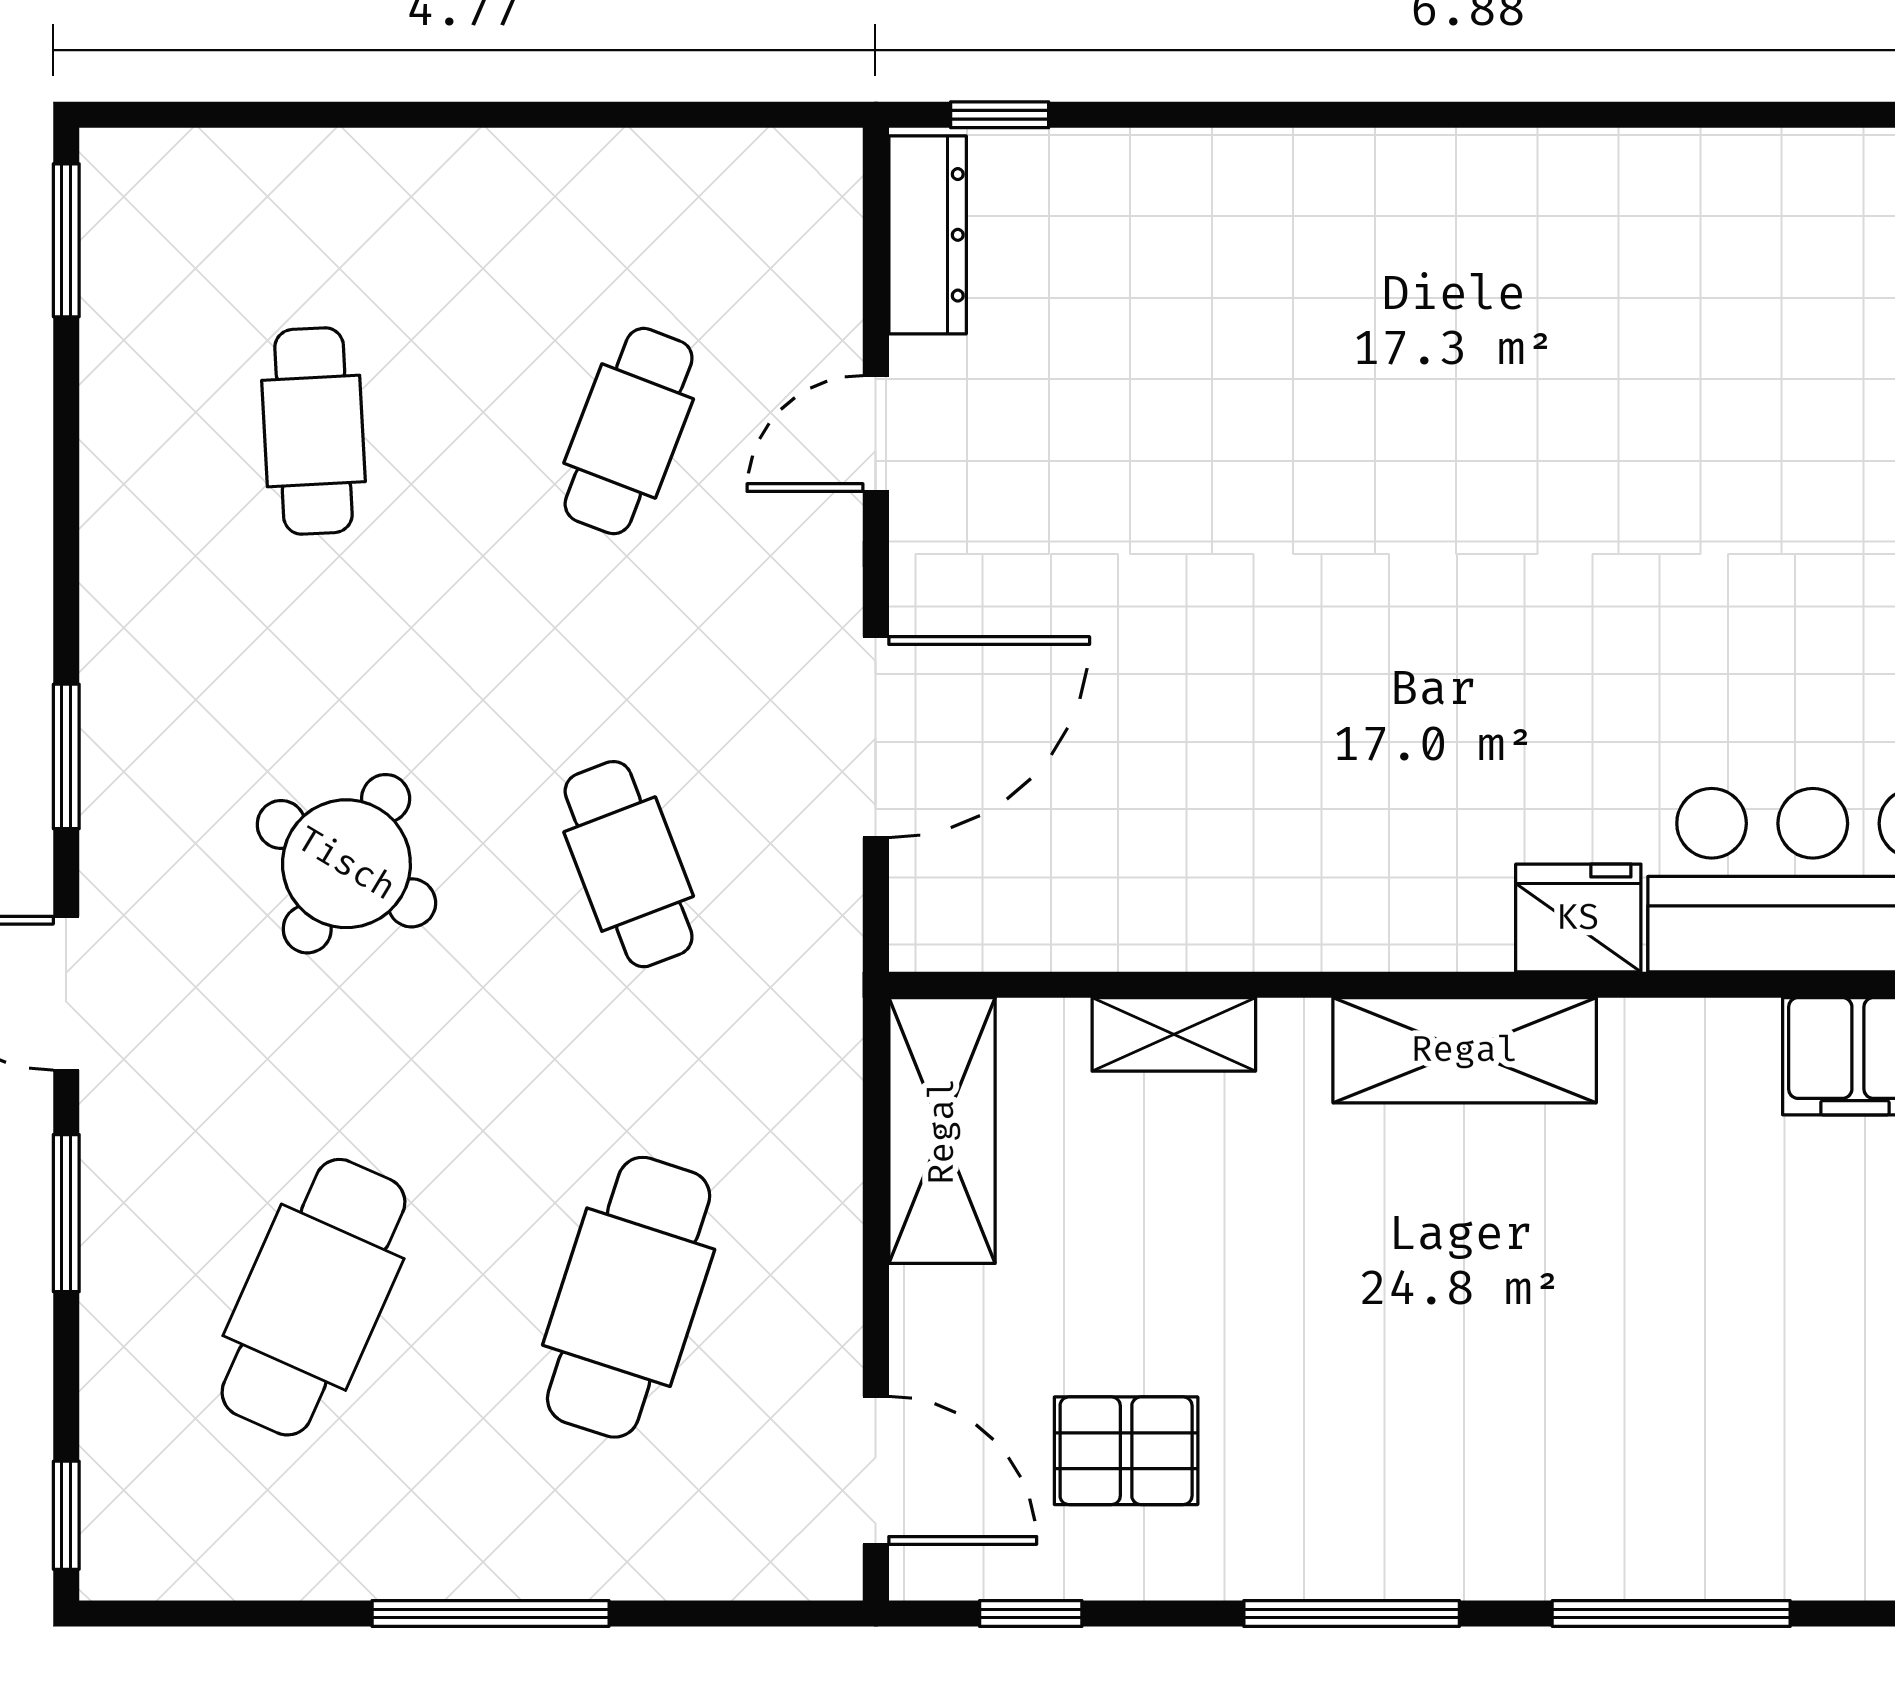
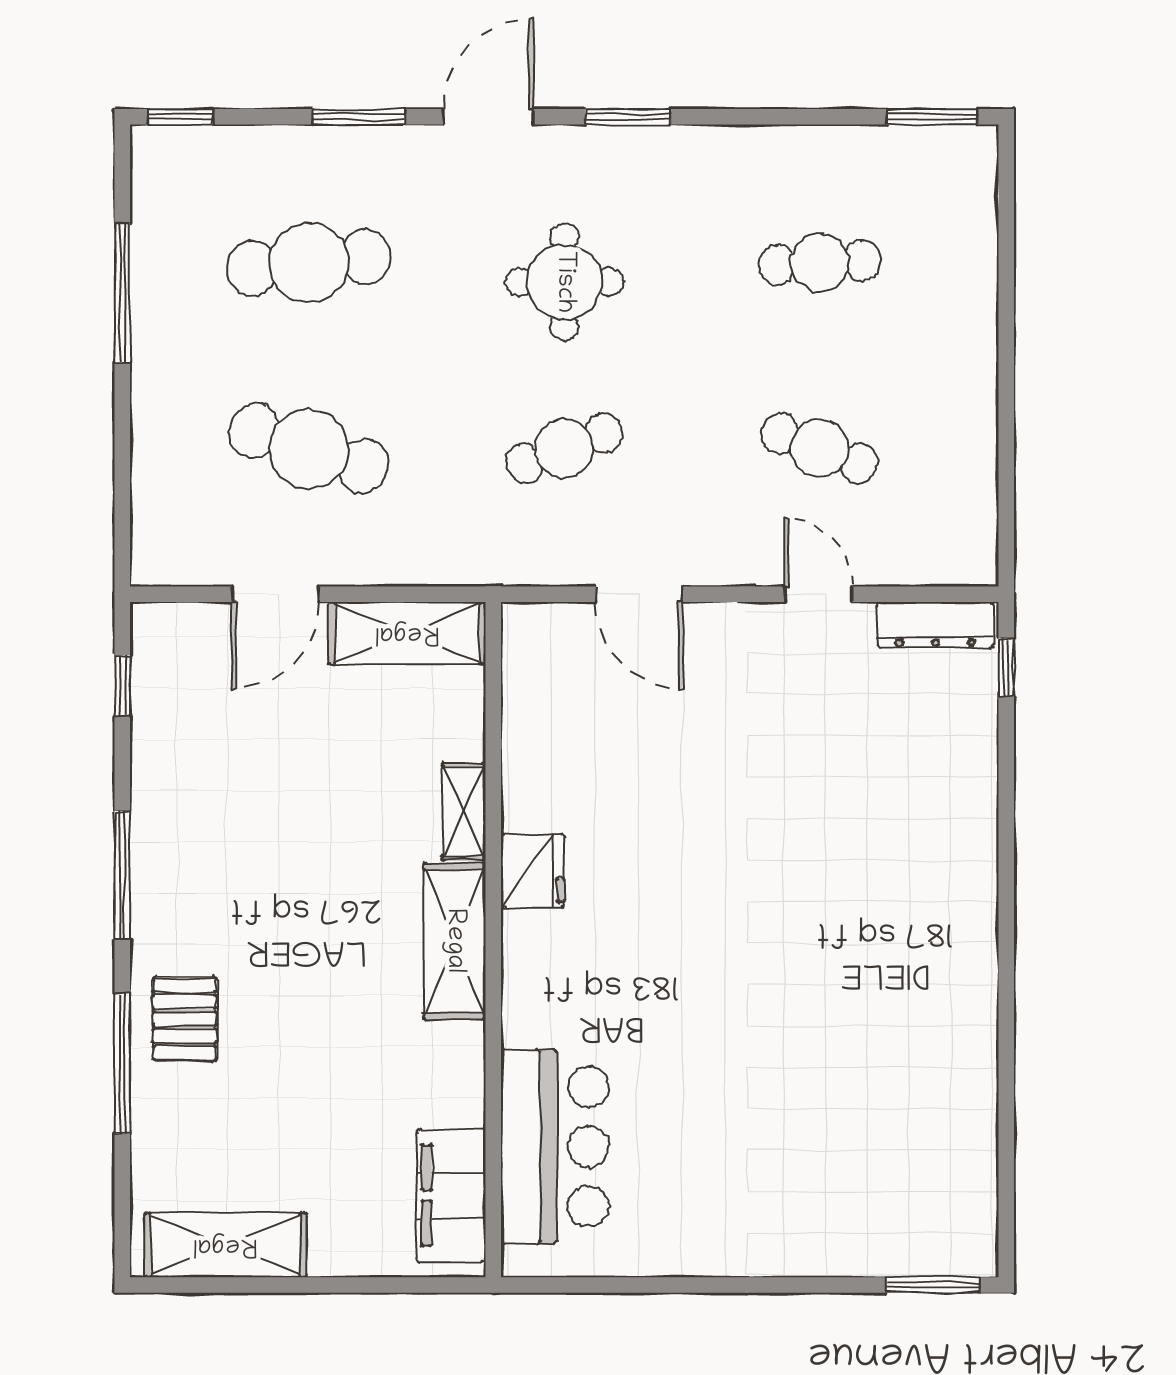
door: (876, 737) -> (639, 594), width x0.73
round table: (346, 864) -> (564, 282), turned -31
fridge: (1578, 918) -> (533, 871), moved
shelving: (1174, 1034) -> (464, 811), moved
cafe table: (313, 1297) -> (309, 263), turned -30
pallet: (1126, 1451) -> (185, 1019), moved
door: (876, 1470) -> (275, 594), moved
window: (491, 1613) -> (122, 293), moved

